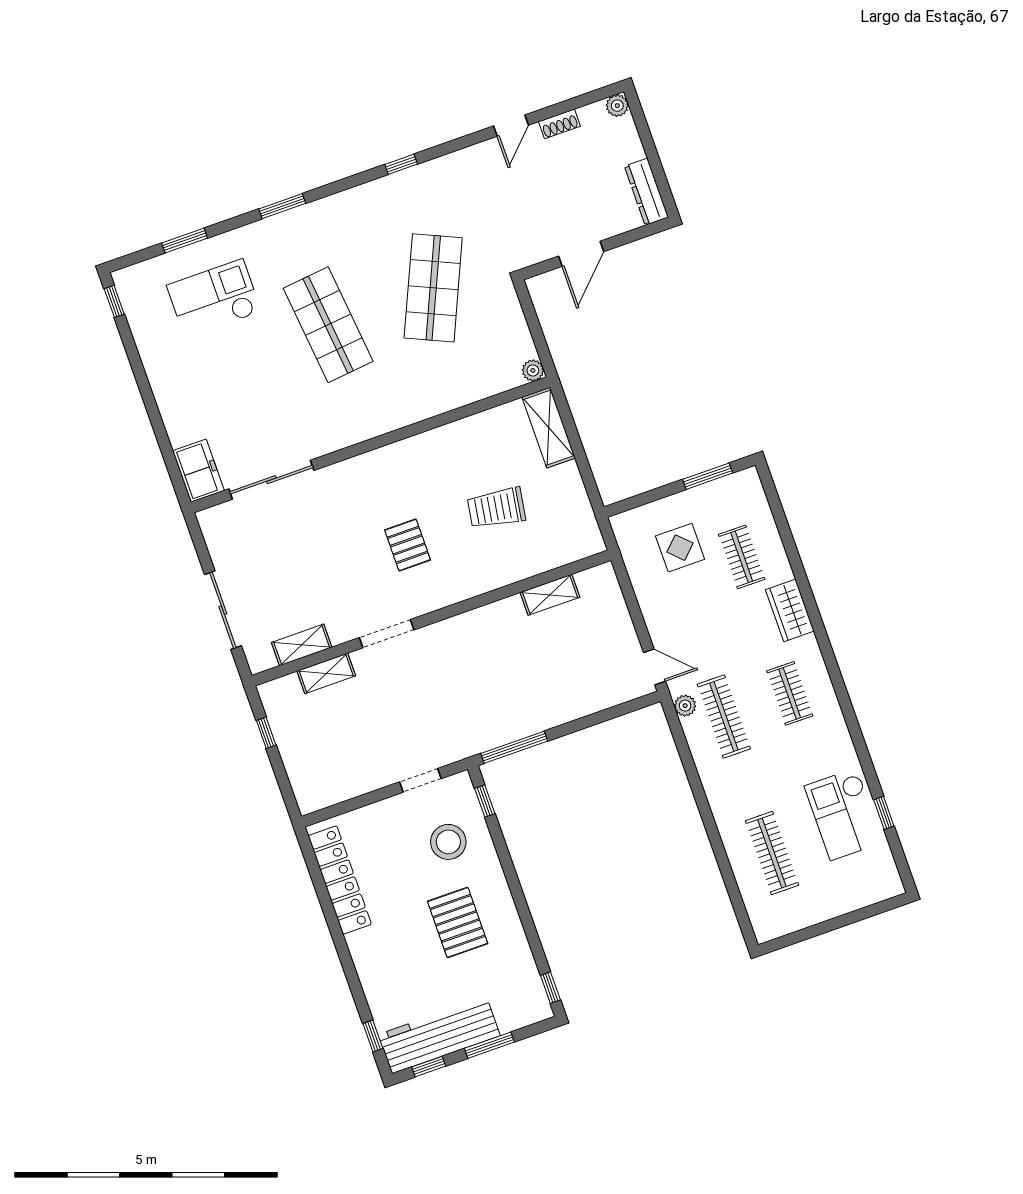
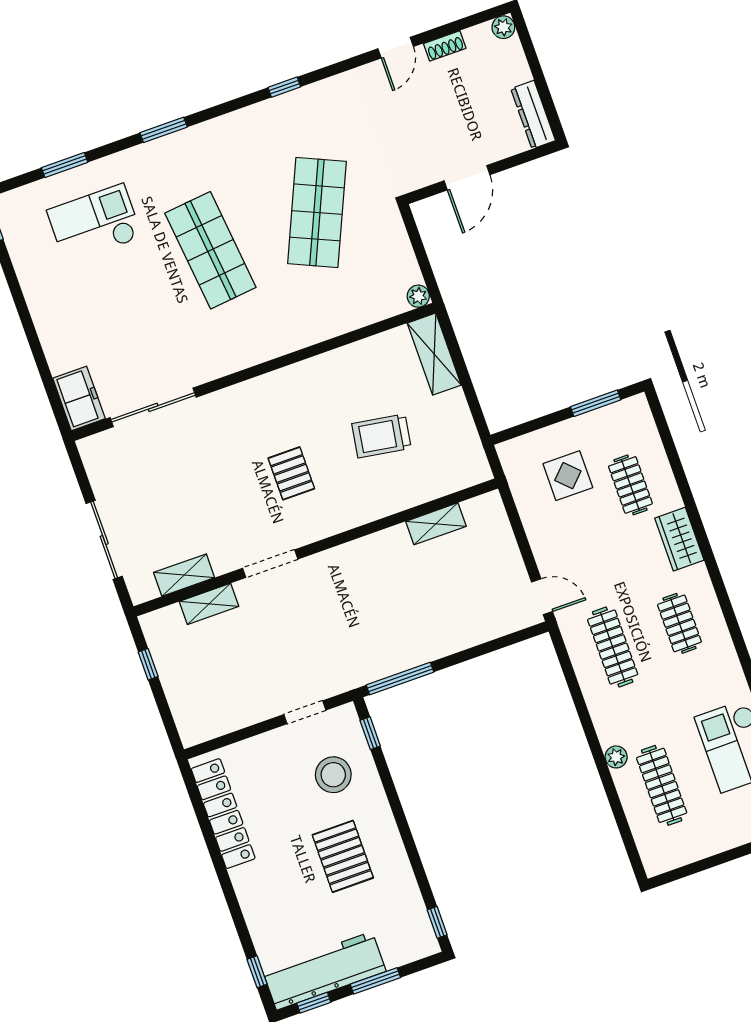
plant: (685, 706) -> (616, 757), moved

